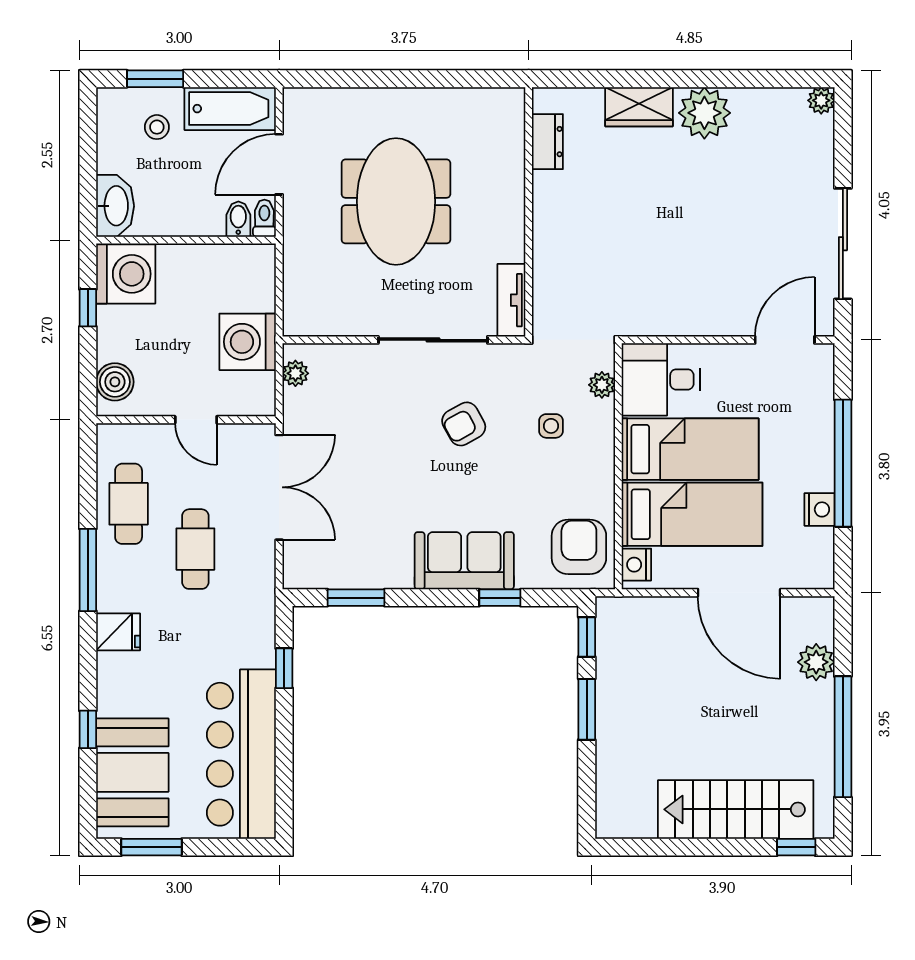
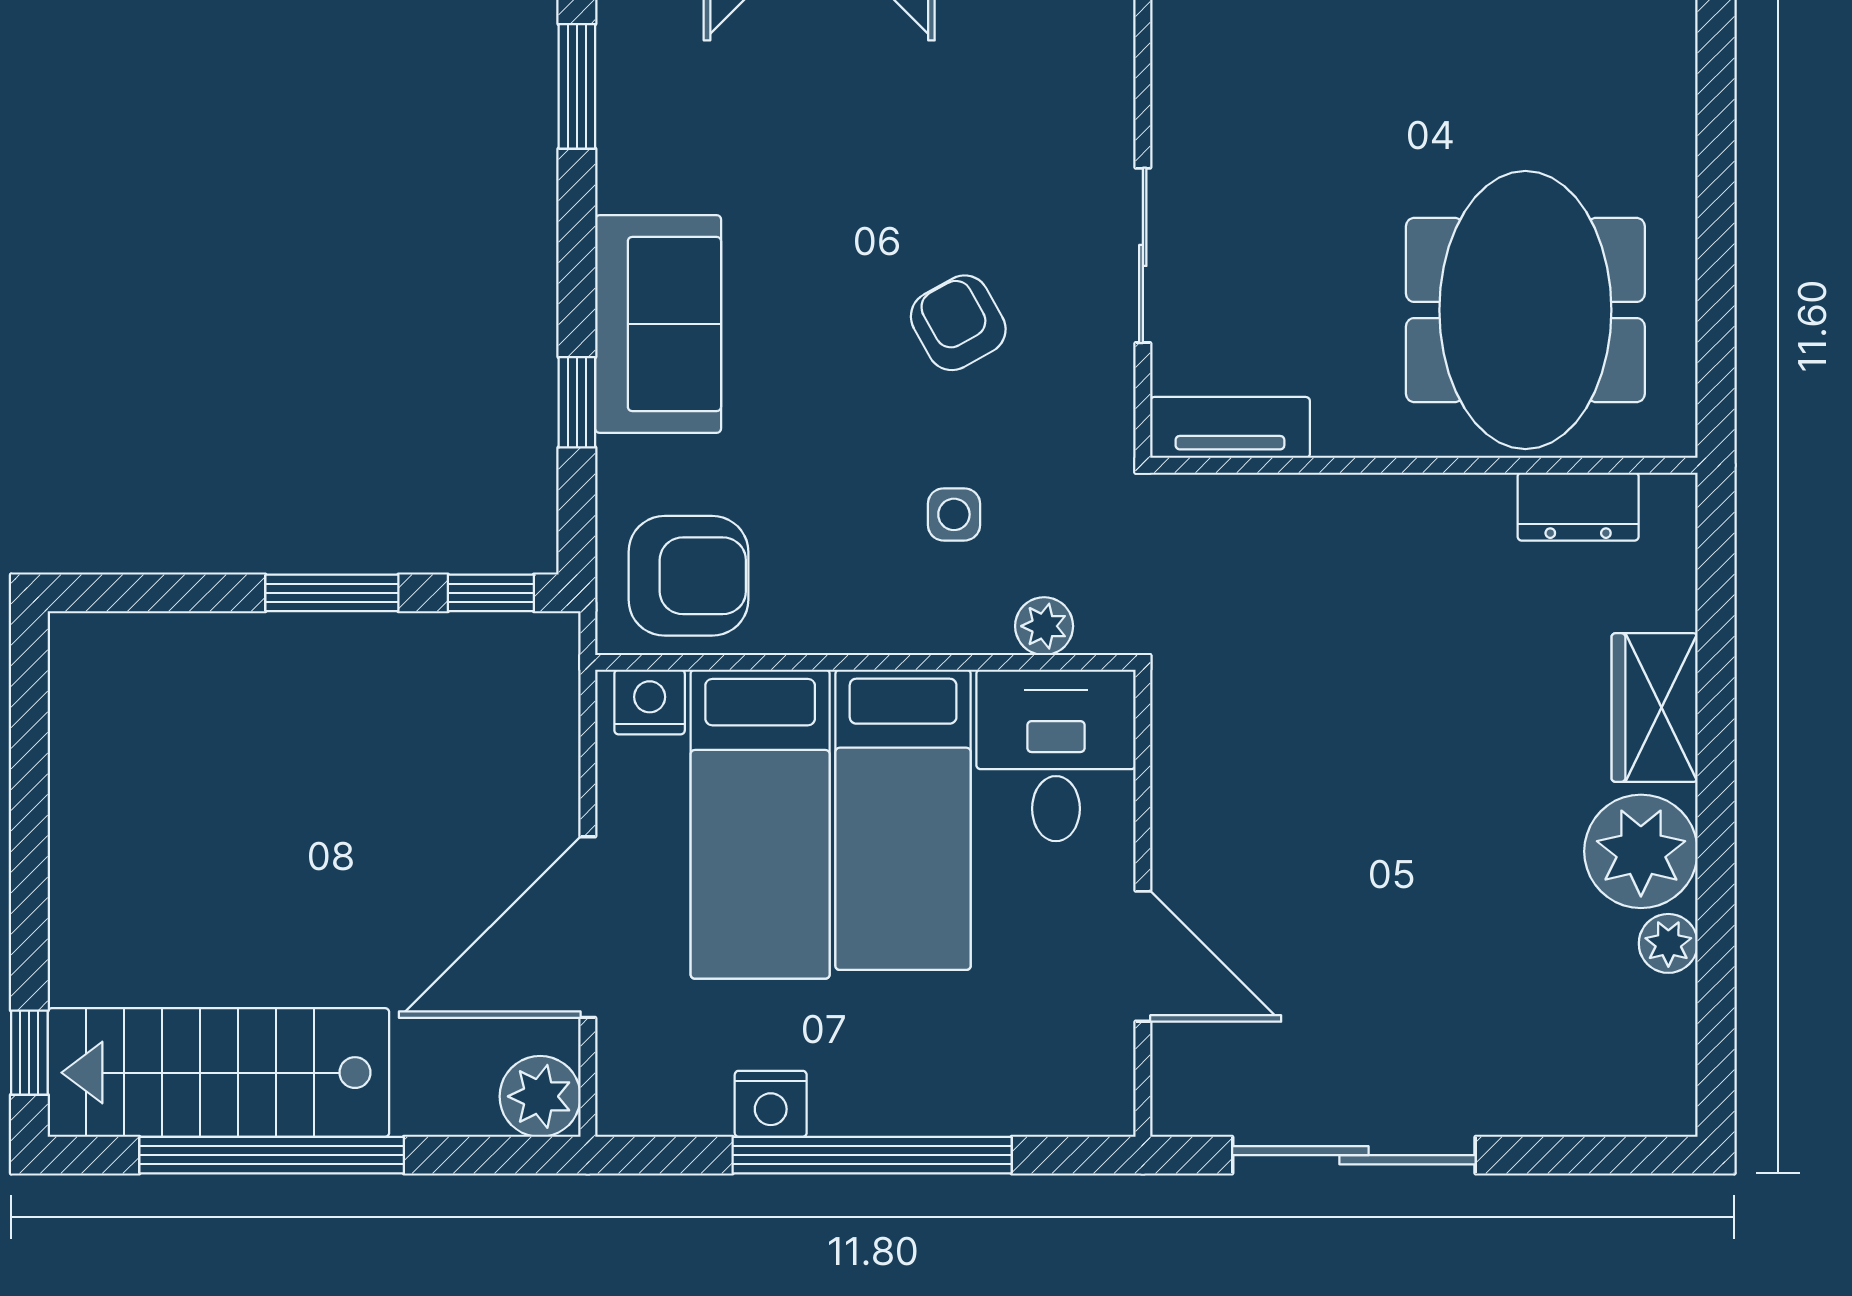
plant: (821, 100) -> (1668, 943), moved
meeting table: (396, 201) -> (1525, 310), moved, turned 90
sliding door: (433, 340) -> (1143, 255), width x0.73
door: (785, 340) -> (1143, 956), moved
plant: (816, 662) -> (540, 1096), moved
stairs: (736, 809) -> (218, 1073), moved, turned -90

